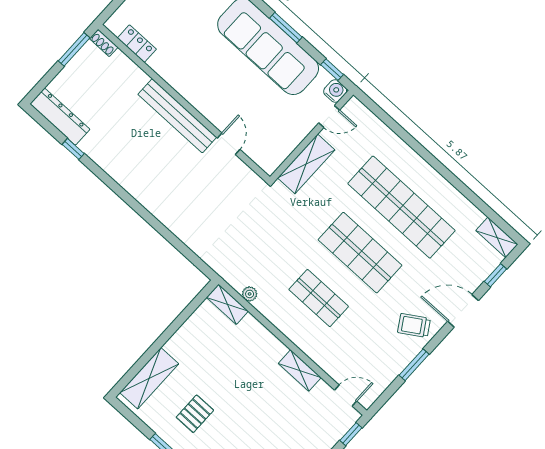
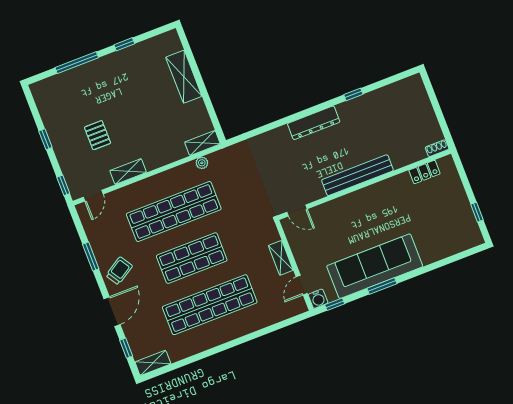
window: (74, 49) -> (443, 124), removed
dresser: (60, 117) -> (314, 123), moved
door: (229, 144) -> (297, 211), moved
window: (73, 149) -> (353, 94), moved
shelving: (306, 164) -> (281, 258), width x0.67, depth x0.75
shop shelf: (319, 298) -> (174, 212), width x2.00, depth x1.36
shelving: (149, 378) -> (184, 77), moved
pallet: (195, 414) -> (98, 135), moved

